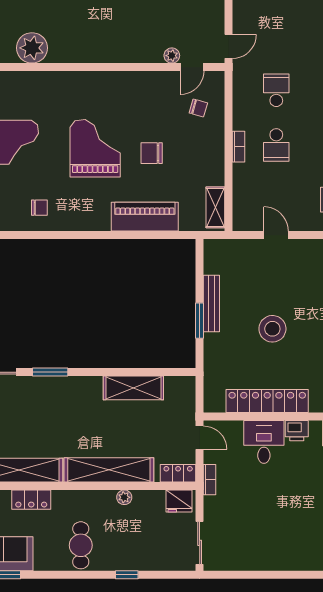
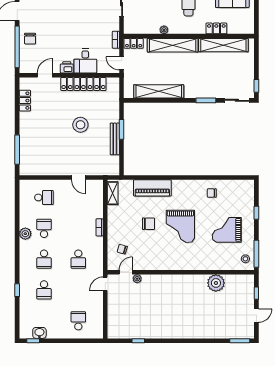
school desk: (276, 145) -> (78, 228), removed
shelving: (133, 388) -> (159, 91), width x1.47
fridge: (179, 501) -> (133, 28), removed

